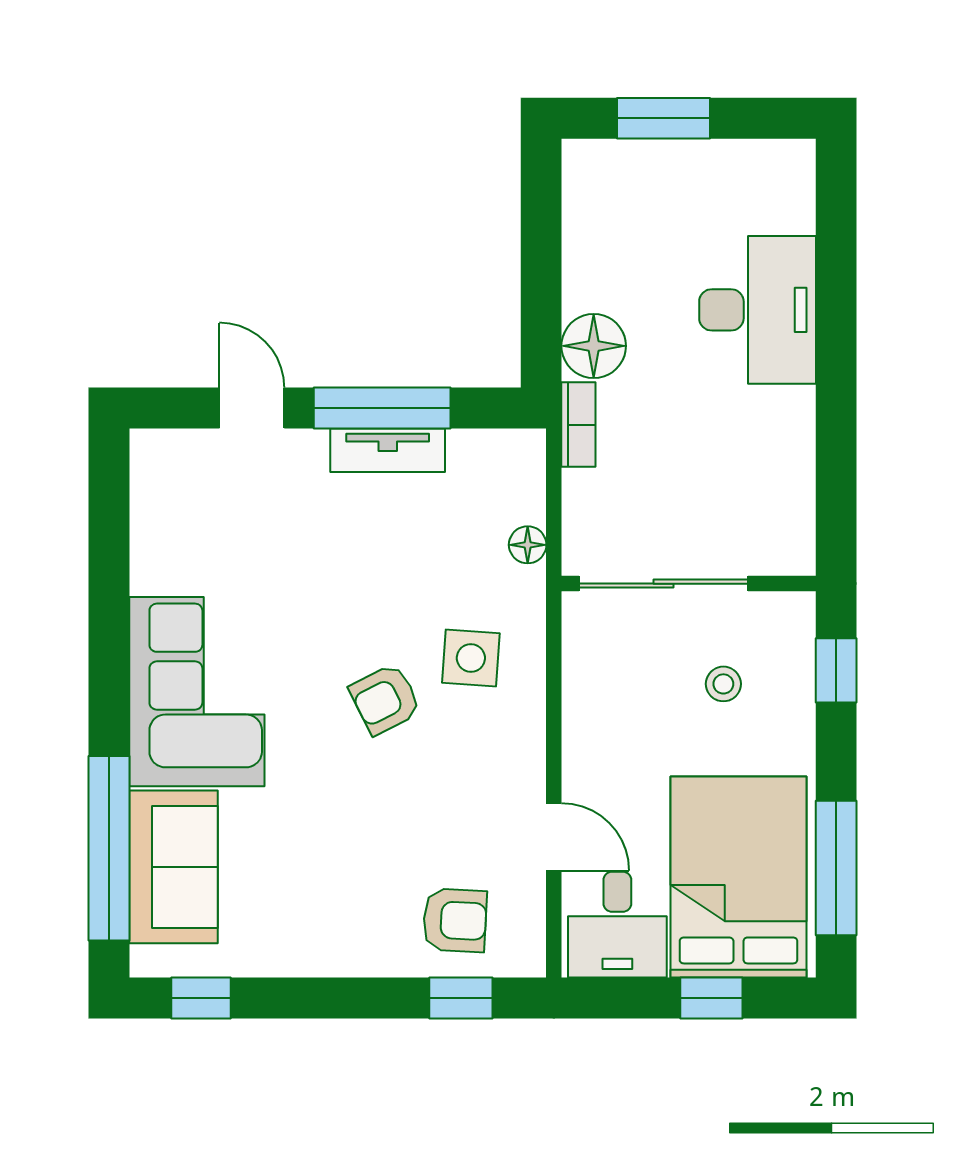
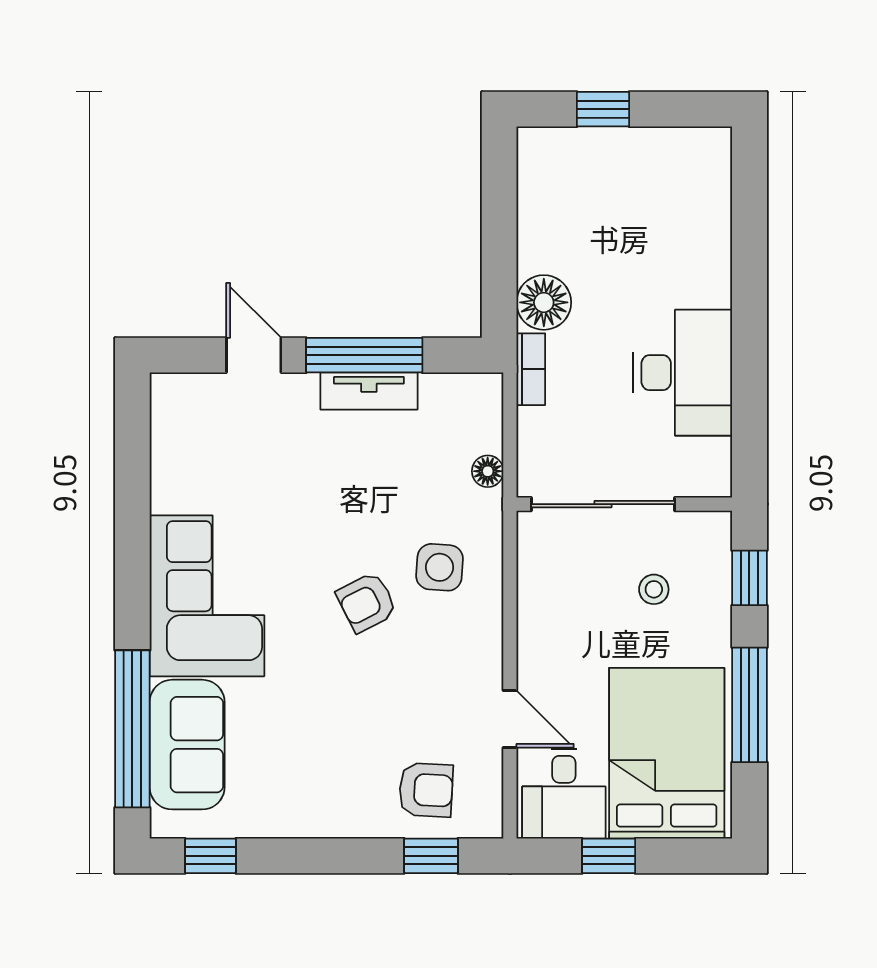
window: (663, 118) -> (603, 109), width x0.67
desk: (758, 310) -> (683, 373), moved
window: (836, 868) -> (749, 705), moved
window: (711, 998) -> (609, 856), moved

